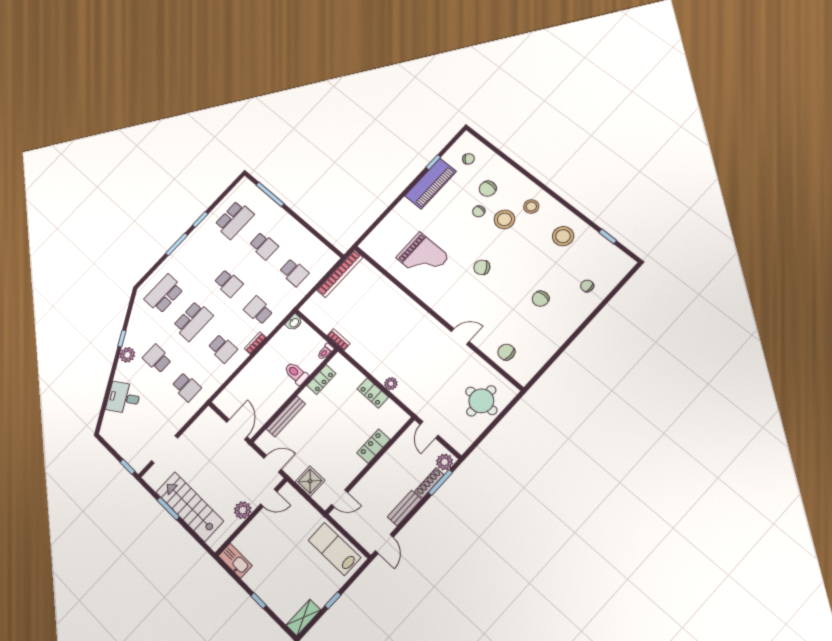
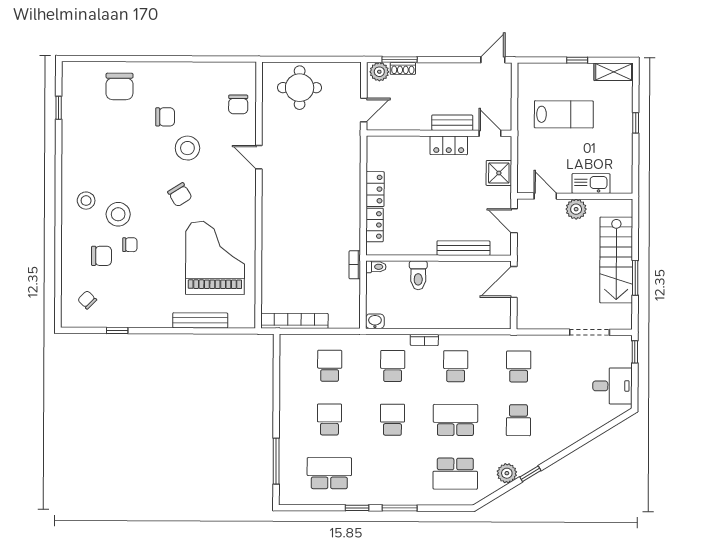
piano: (431, 184) -> (140, 314), removed
bench: (393, 217) -> (200, 320), added
stool: (563, 236) -> (187, 148), moved
grand piano: (423, 257) -> (215, 258), width x1.37, depth x1.48
chair: (587, 286) -> (119, 86), width x1.87, depth x1.87
school desk: (258, 310) -> (393, 366), turned 180
plant: (127, 355) -> (507, 473), moved
locker: (321, 380) -> (375, 225), moved, turned 90
plant: (391, 384) -> (353, 181), removed
desk: (124, 398) -> (612, 386), moved, turned -58
locker: (374, 446) -> (449, 145), moved
shoe rack: (429, 483) -> (403, 68), width x0.70
bench: (404, 508) -> (452, 123), moved
lab bench: (334, 549) -> (564, 114), moved, turned -90
kitchen sink: (235, 561) -> (591, 183), moved, turned 90

